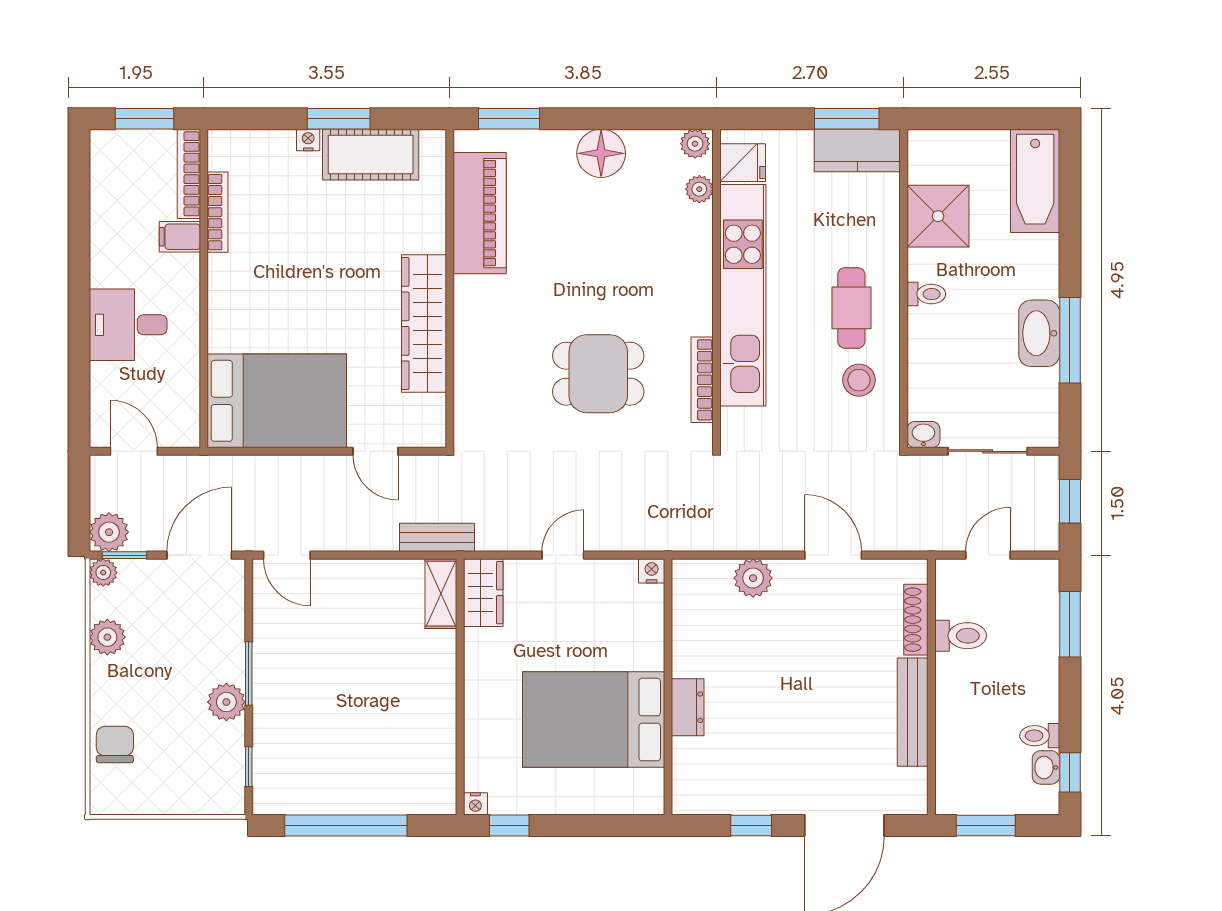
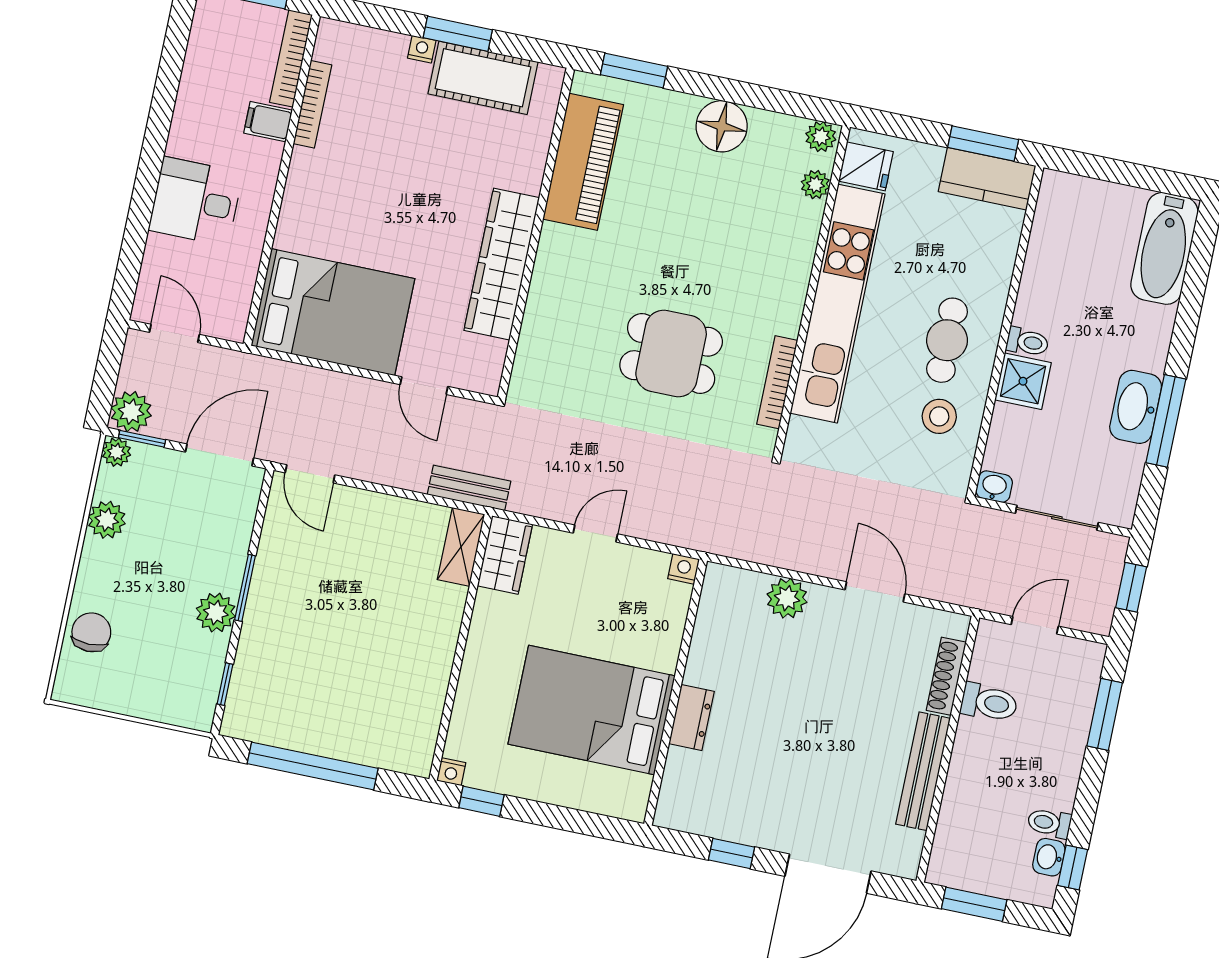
shower: (938, 216) -> (1023, 381), moved, width x0.73, depth x0.73

